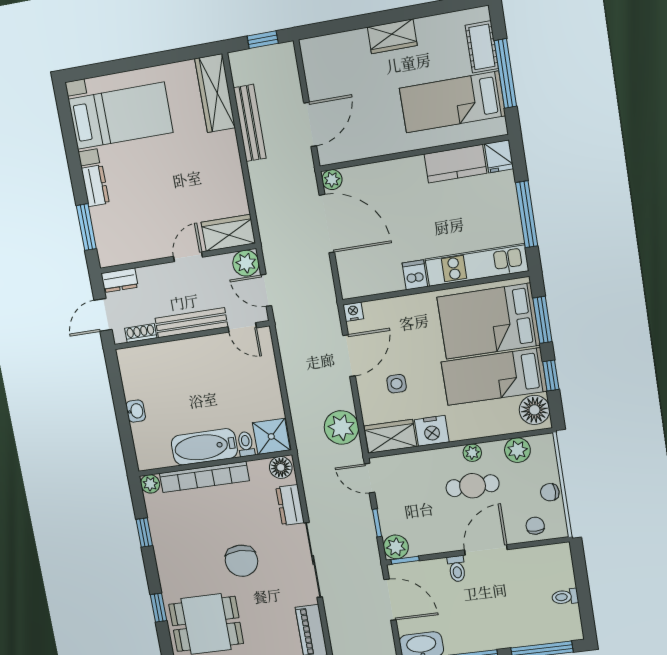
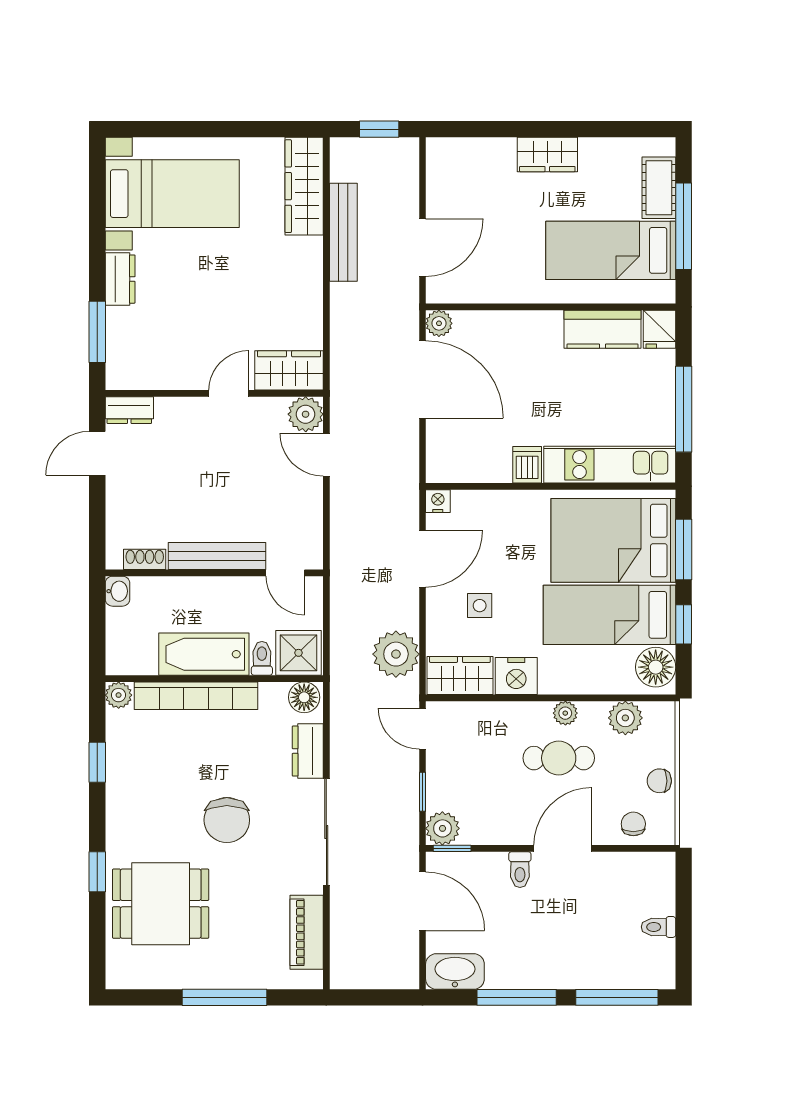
bench: (191, 323) -> (217, 556), moved
door: (242, 327) -> (285, 573), moved
shoe rack: (141, 333) -> (145, 559), moved
wall: (192, 335) -> (214, 573), moved

